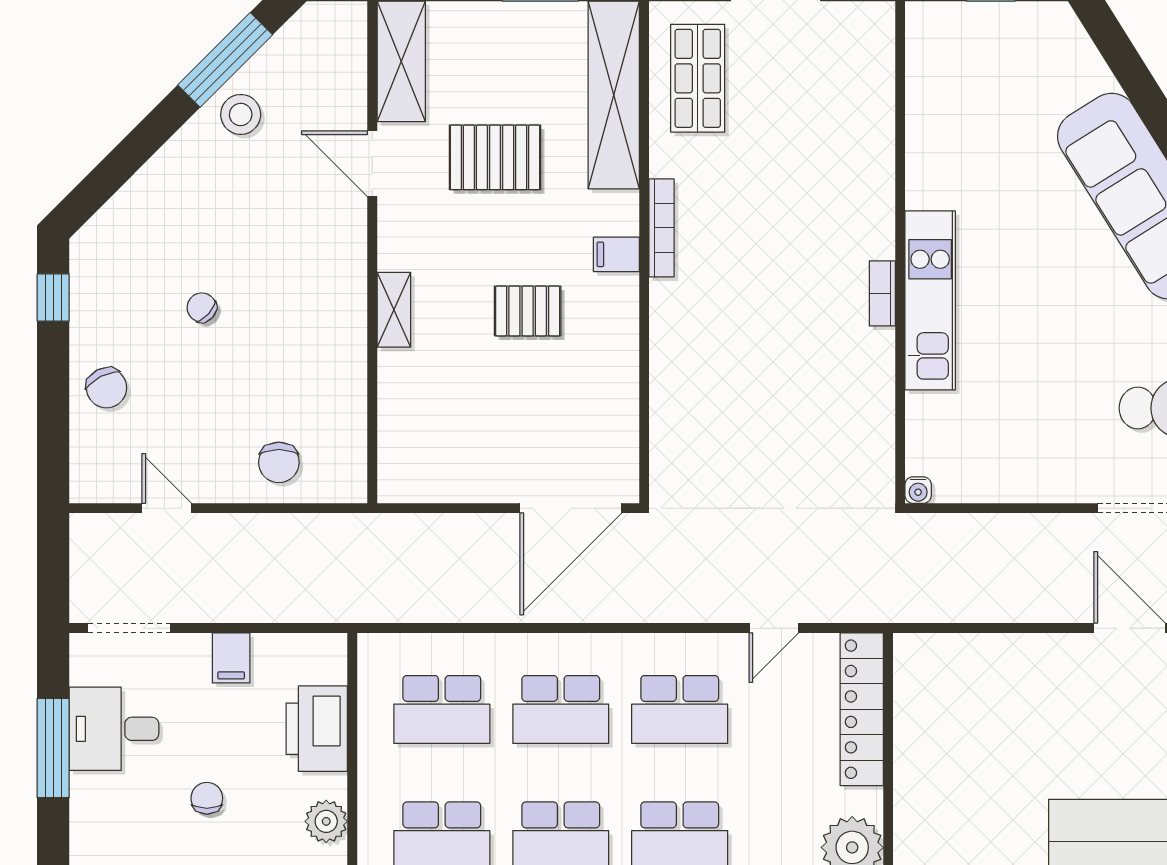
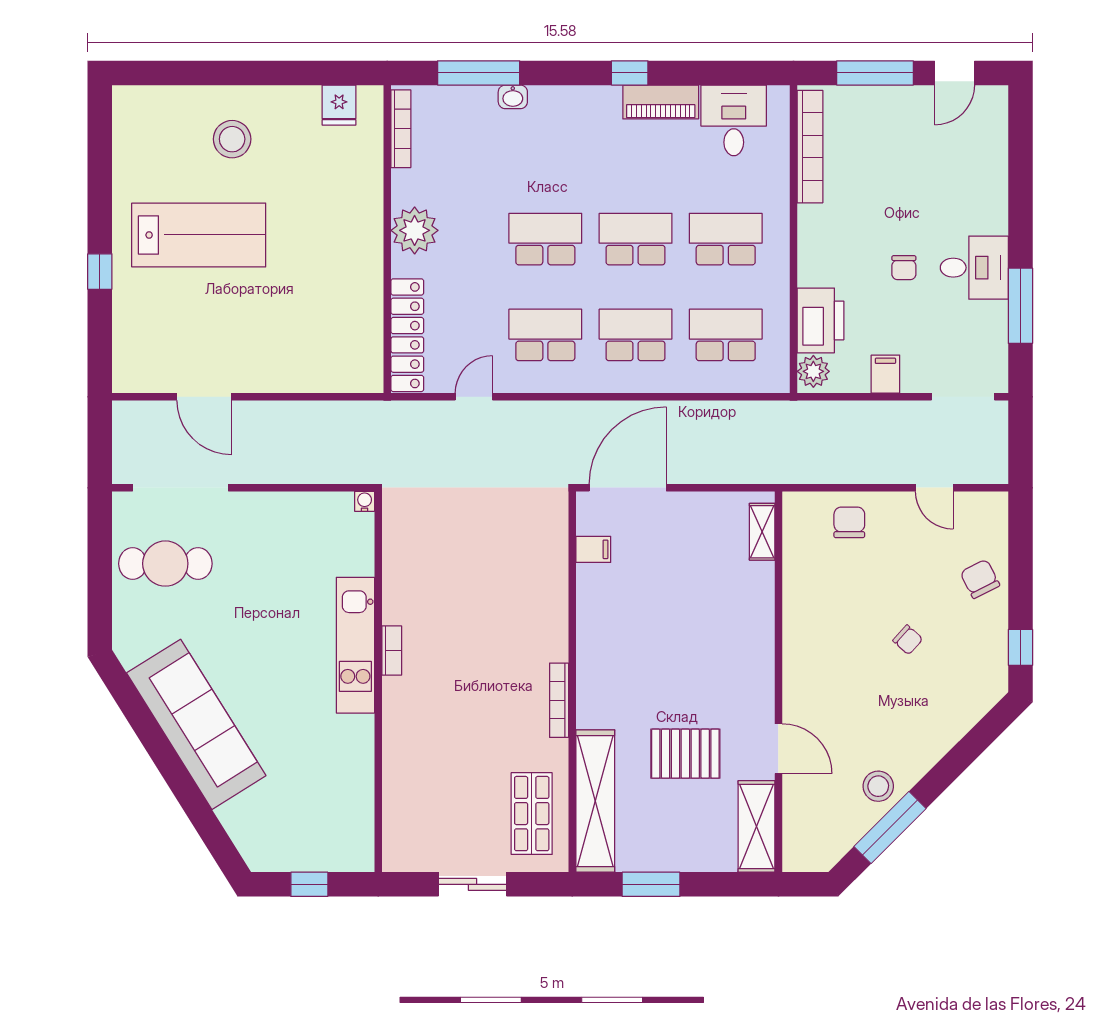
filing cabinet: (616, 254) -> (593, 549), moved
shelving: (394, 310) -> (762, 532), moved
pallet: (528, 311) -> (661, 637), removed
desk: (114, 729) -> (974, 268), moved
plant: (326, 821) -> (813, 371), moved

